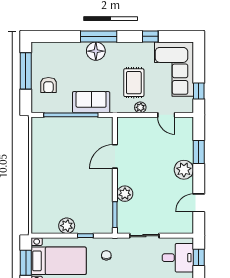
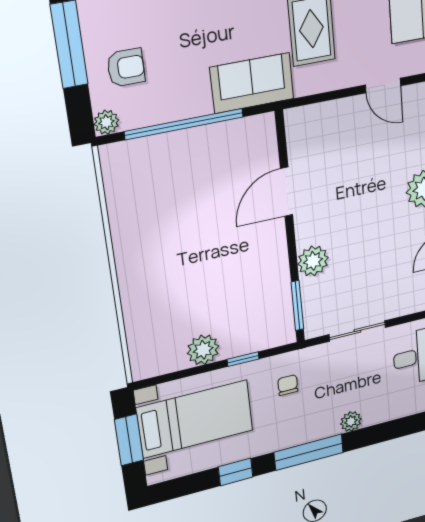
armchair: (48, 85) -> (126, 68), turned -90
sofa: (91, 102) -> (252, 83), moved
plant: (140, 107) -> (106, 122), moved

